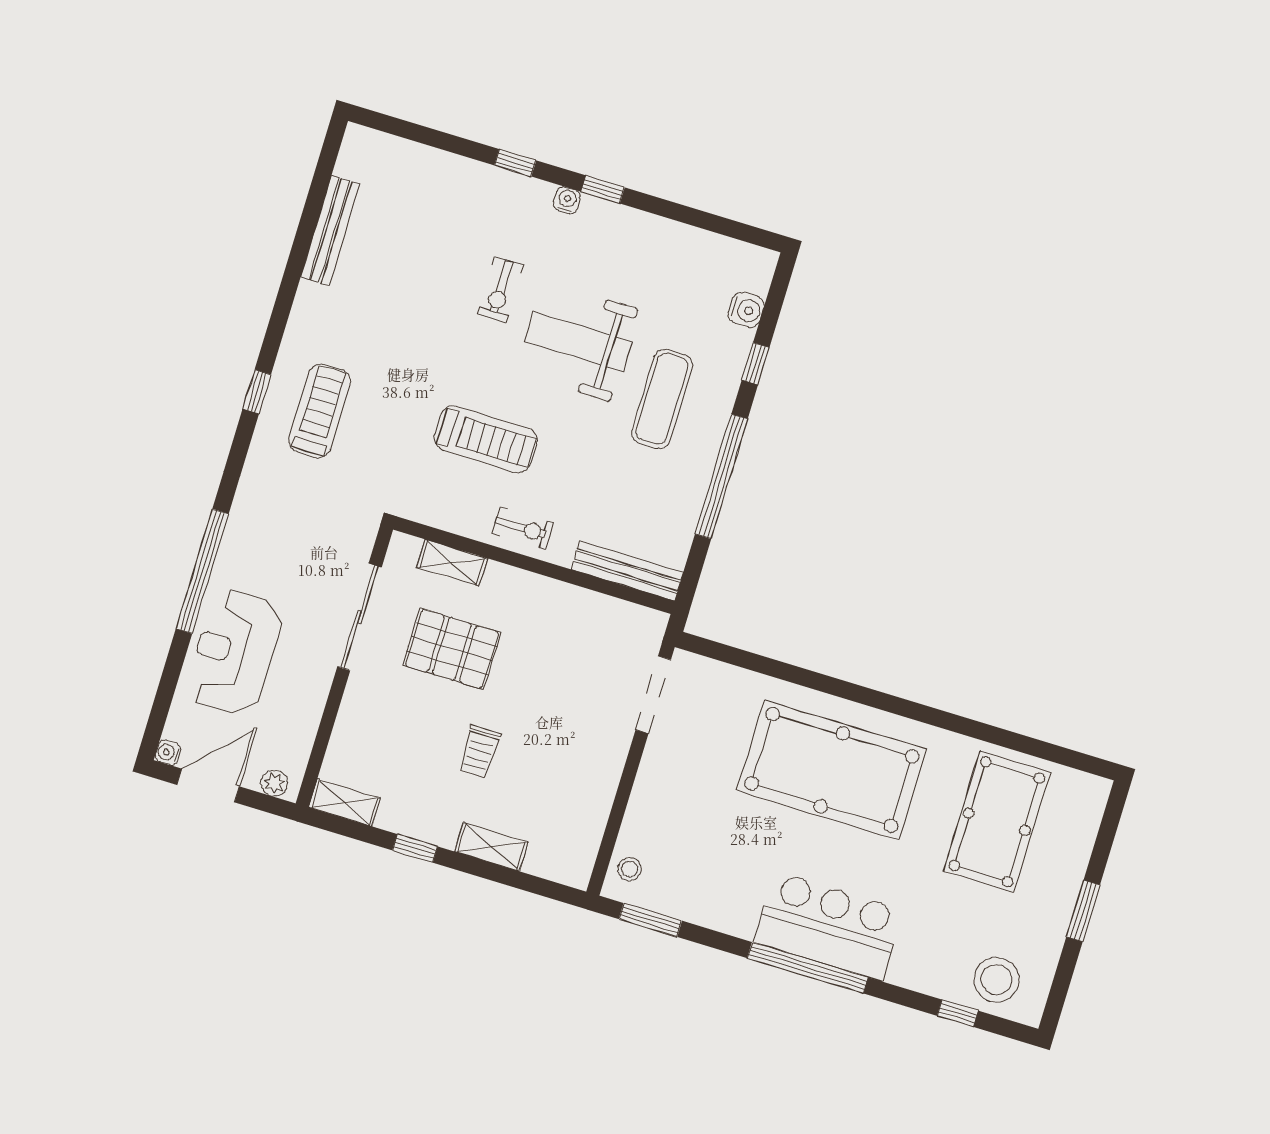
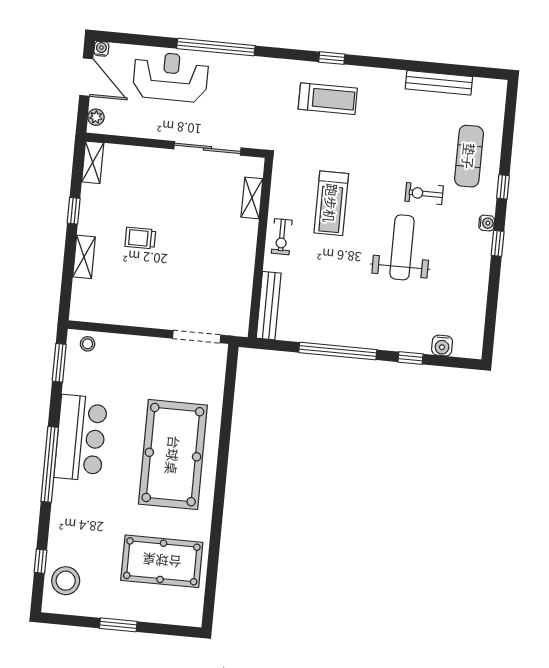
exercise mat: (662, 399) -> (469, 156), moved, turned 90
pallet: (452, 649) -> (200, 209), removed
bar counter: (828, 926) -> (81, 438), moved

